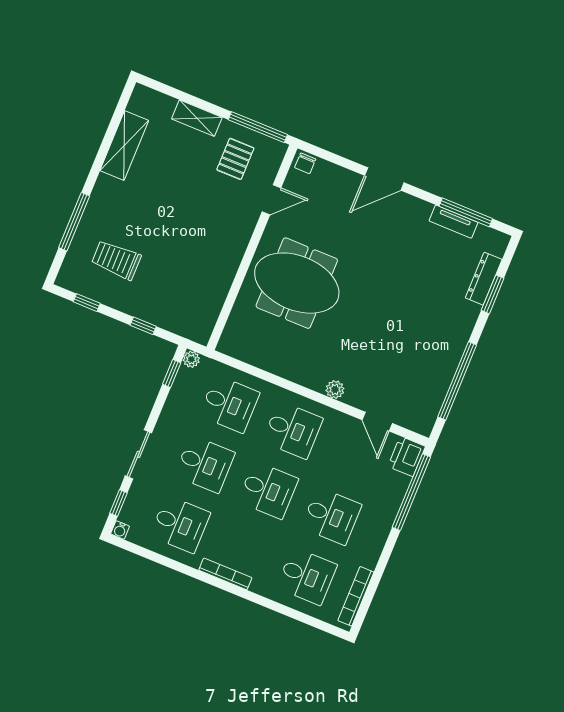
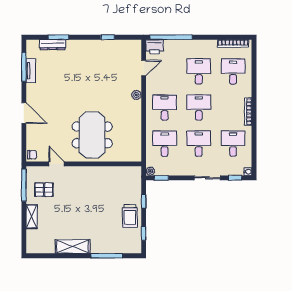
shelving: (124, 145) -> (73, 247), moved
trolley: (116, 260) -> (130, 216), moved
window: (457, 381) -> (108, 37), width x0.32

